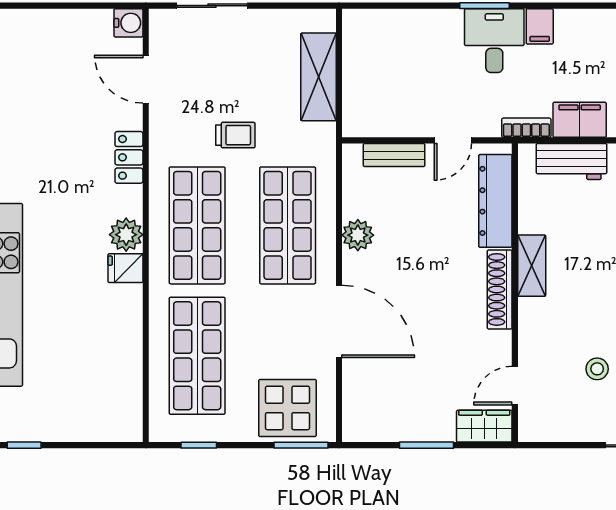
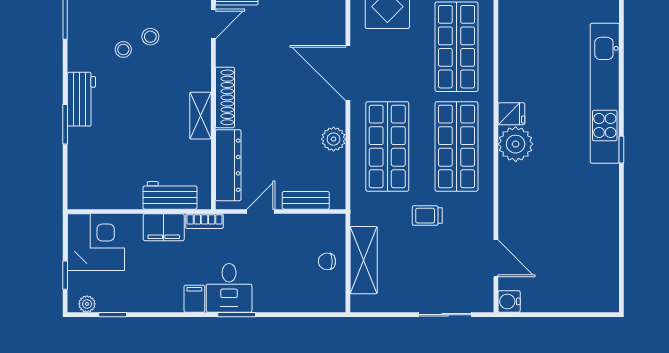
chair: (366, 75) -> (327, 261), added
locker: (129, 157) -> (509, 199), removed
plant: (126, 235) -> (516, 144), width x1.36, depth x1.36

